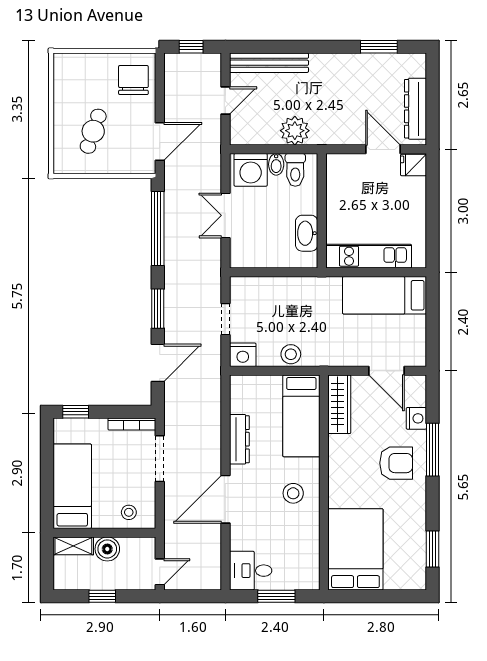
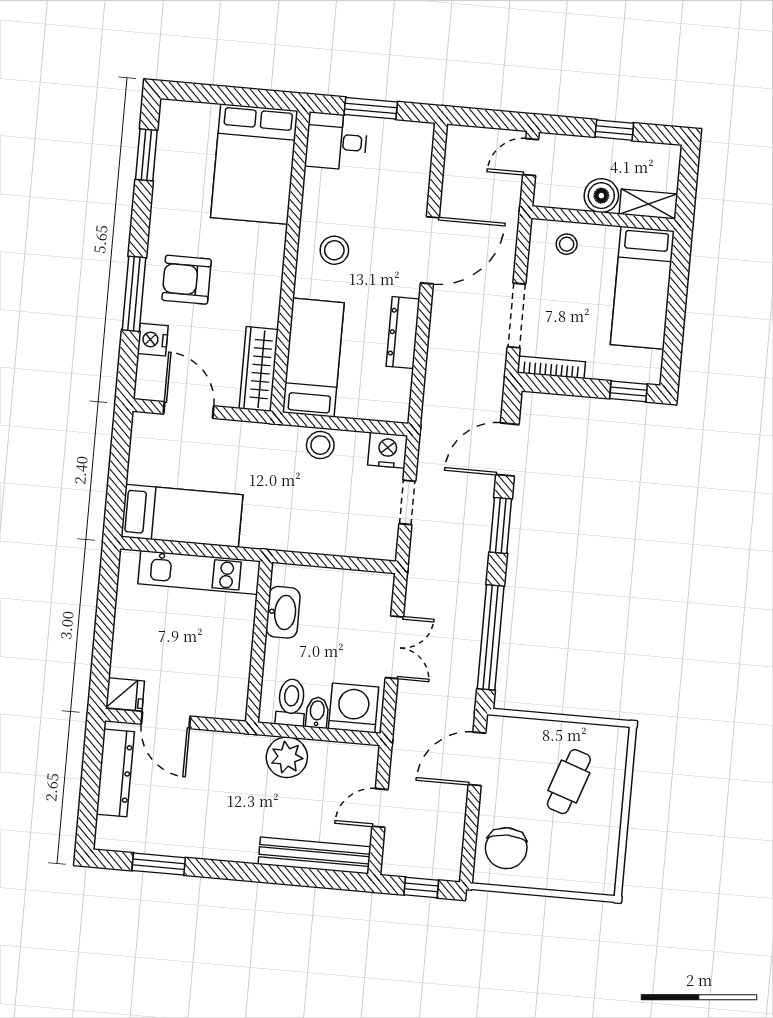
desk: (251, 571) -> (336, 141), moved, turned 180

